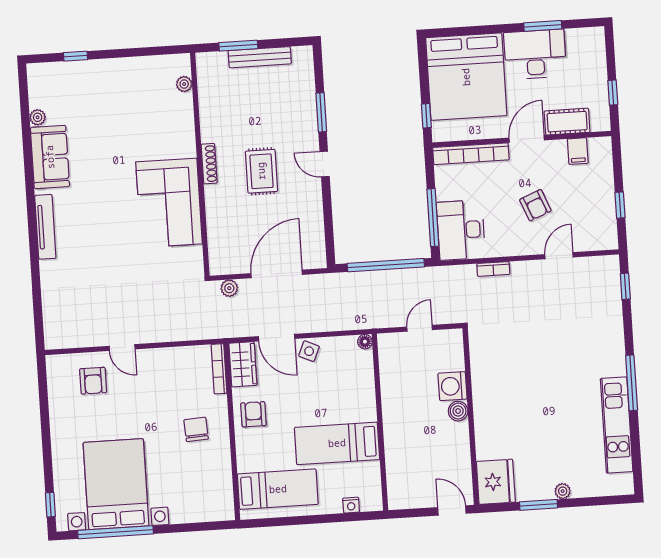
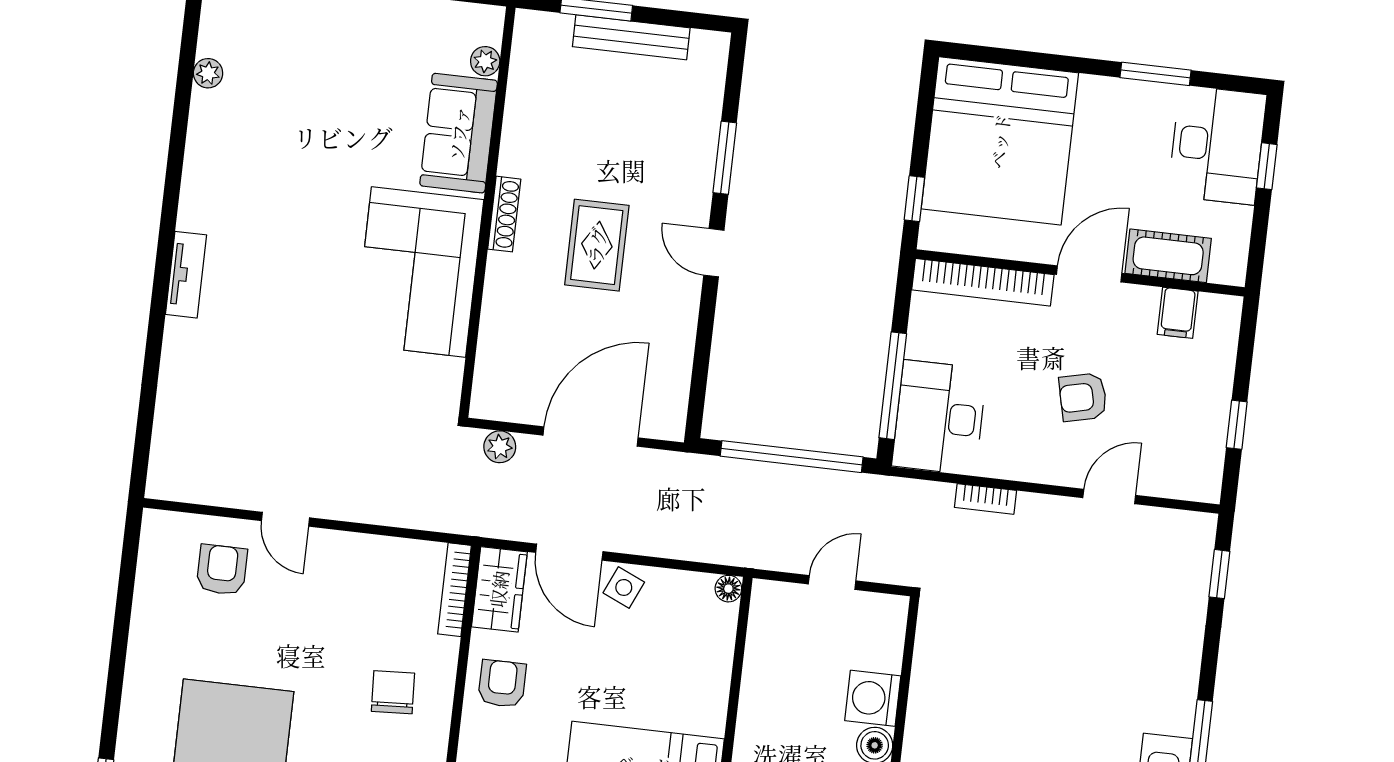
desk: (535, 54) -> (1217, 145), moved, turned 90
window: (613, 93) -> (1267, 166), moved
sofa: (50, 157) -> (459, 133), moved, turned 180
armchair: (535, 205) -> (1083, 397), turned 99
tv unit: (45, 227) -> (186, 275), width x0.71
armchair: (93, 381) -> (222, 570), turned 180

